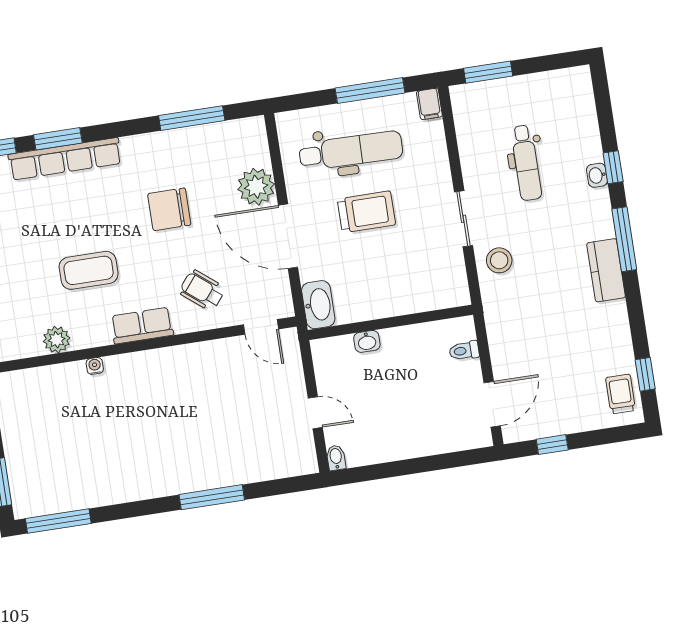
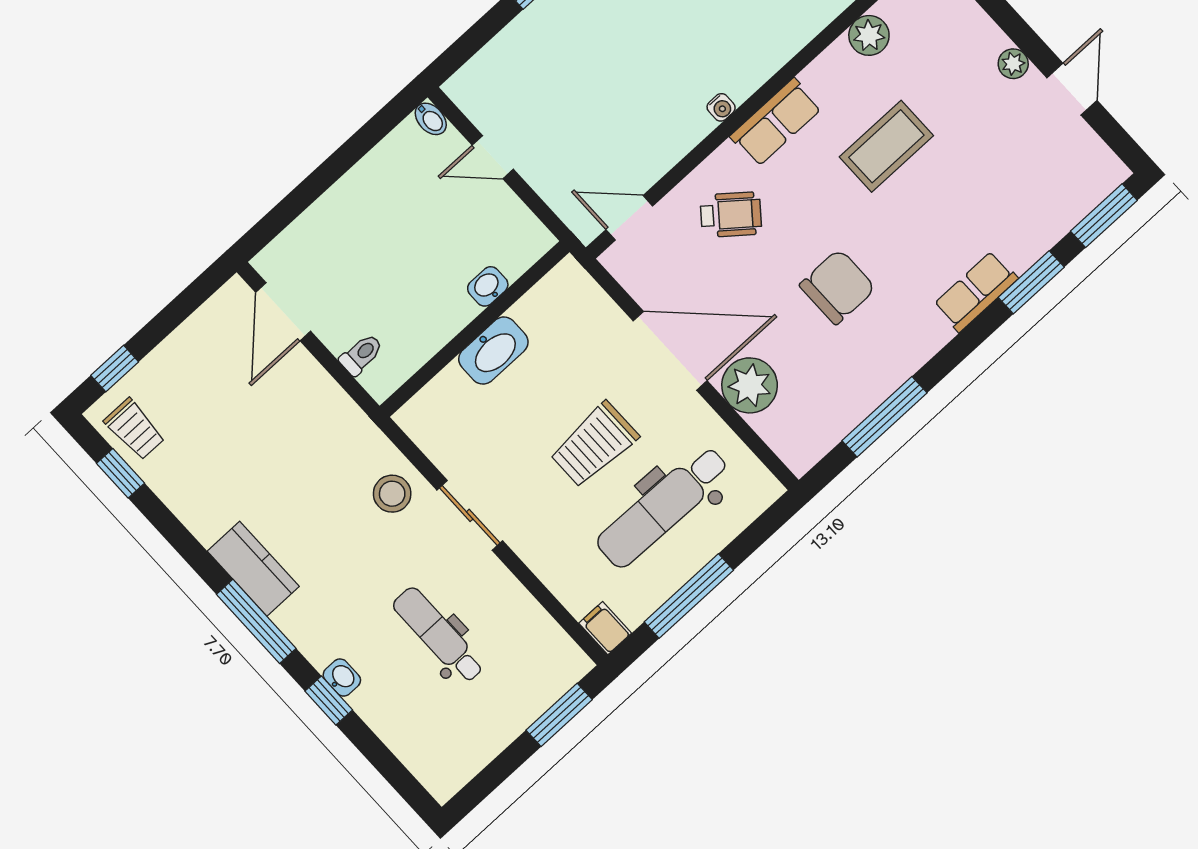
row of seats: (65, 159) -> (976, 291), width x0.50
washbasin: (318, 305) -> (493, 351), moved, turned -90
water cooler: (95, 366) -> (721, 107), moved
window: (552, 445) -> (115, 369), moved

